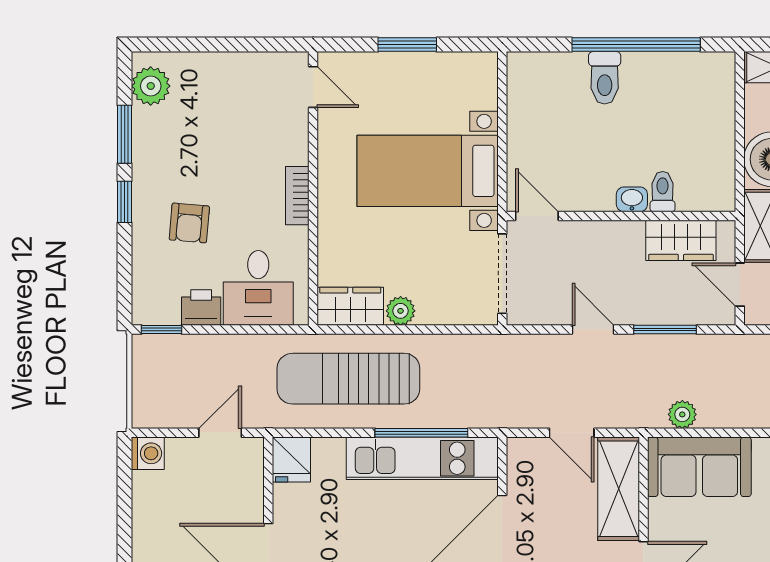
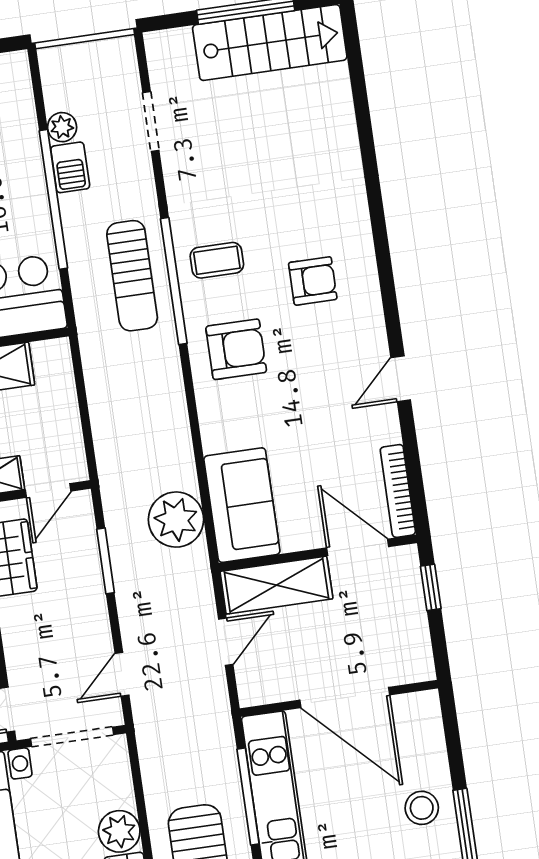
plant: (401, 311) -> (119, 831), width x1.38, depth x1.38
door: (593, 330) -> (122, 674), moved
plant: (682, 414) -> (176, 520), width x1.88, depth x1.88

